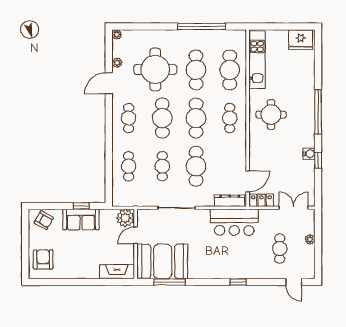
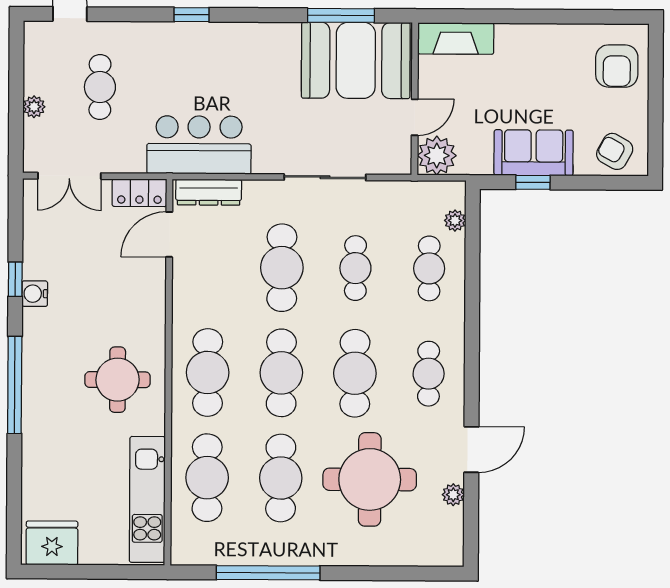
plant: (117, 35) -> (455, 221), moved
cafe table: (230, 118) -> (208, 372), width x1.37, depth x1.35

